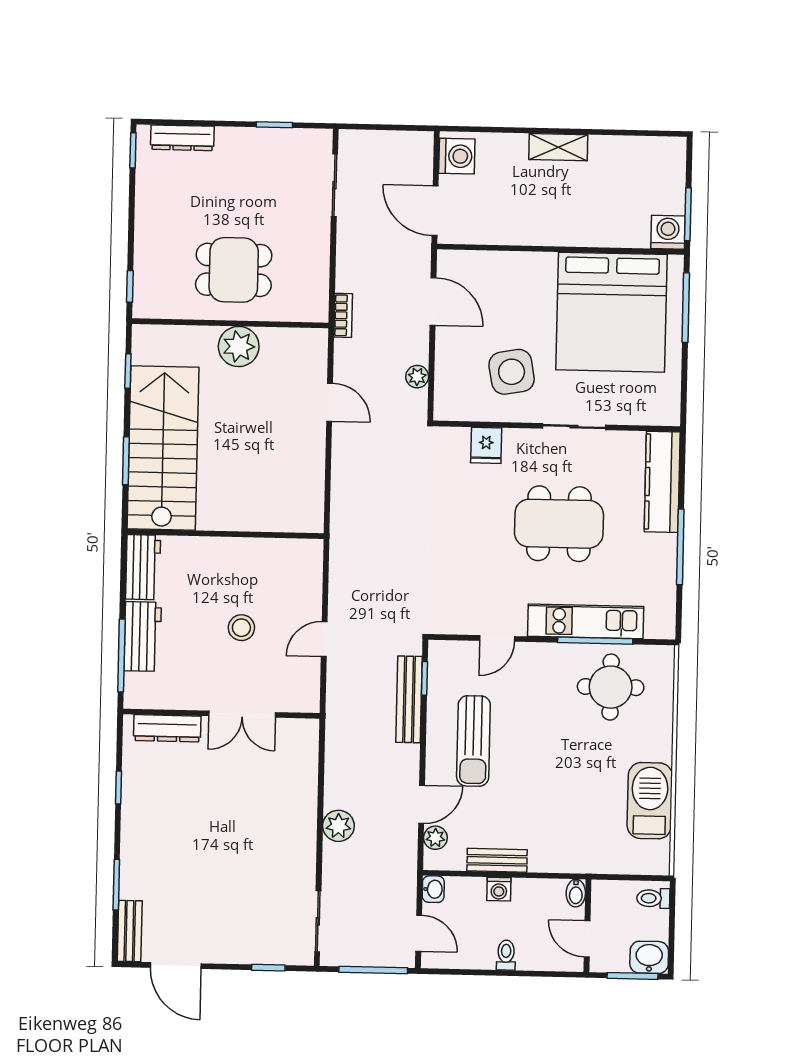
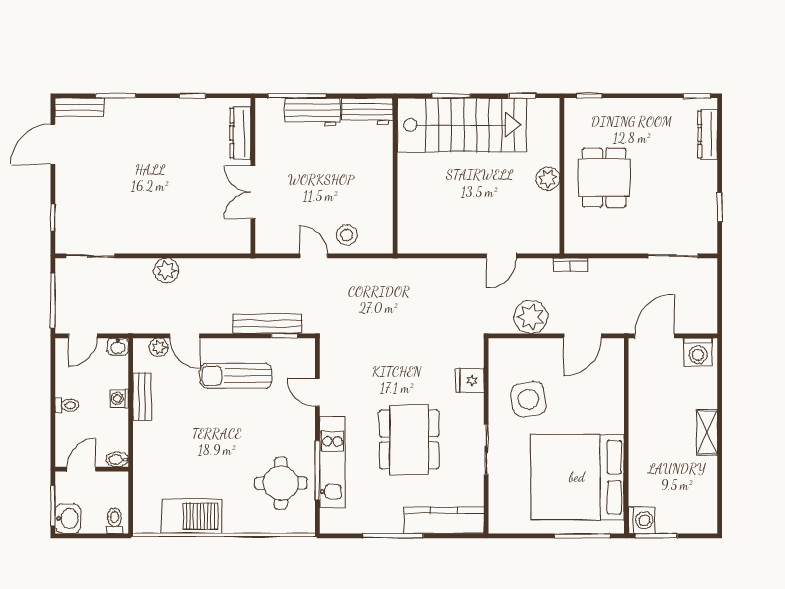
plant: (239, 346) -> (548, 179), width x0.73, depth x0.73
plant: (417, 377) -> (531, 317), width x1.87, depth x1.87
stool: (241, 628) -> (347, 235), moved

